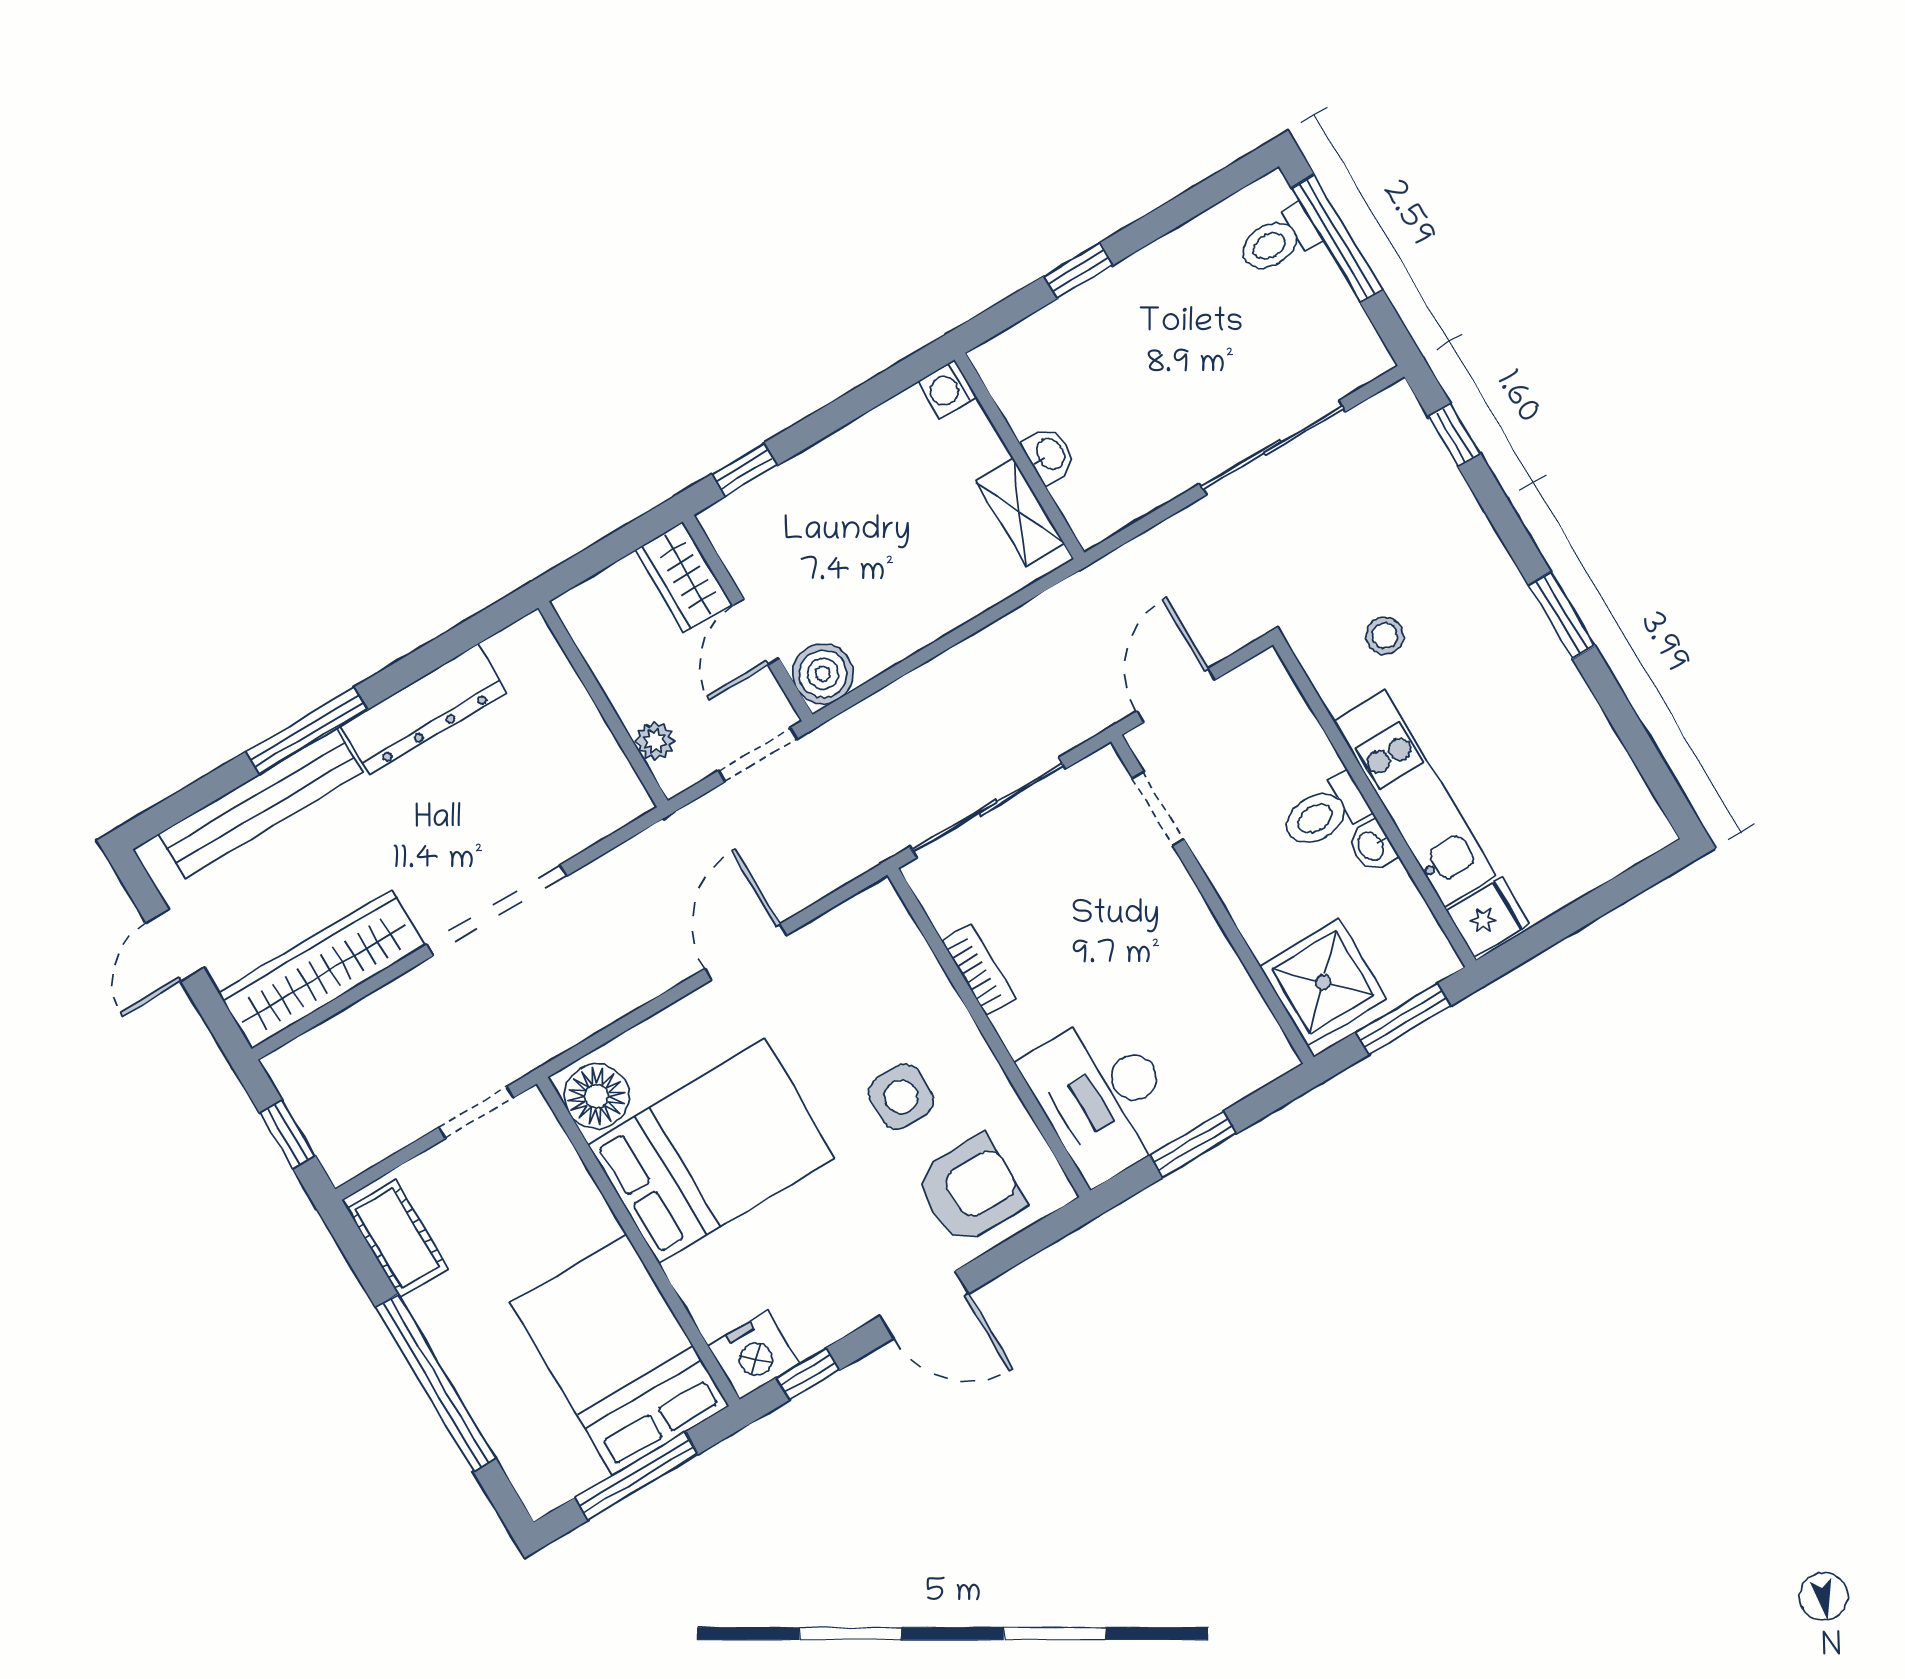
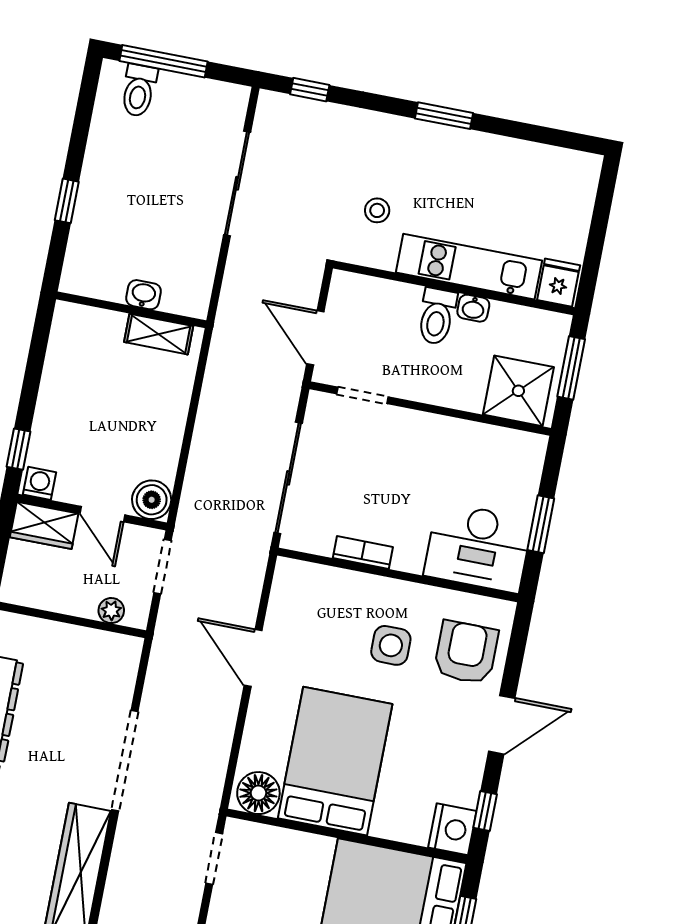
washing machine: (947, 389) -> (40, 483), moved, turned 180

